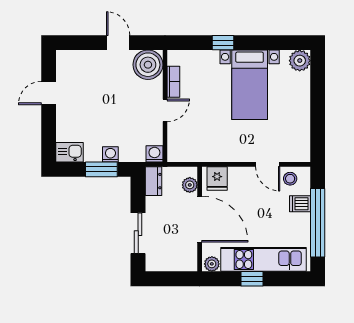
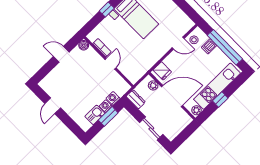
boiler: (148, 65) -> (84, 45), width x0.54, depth x0.54
kitchen sink: (70, 152) -> (95, 115), moved
washing machine: (154, 154) -> (113, 98), moved

